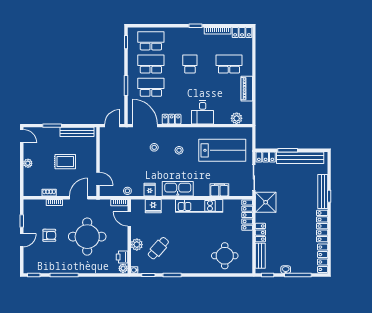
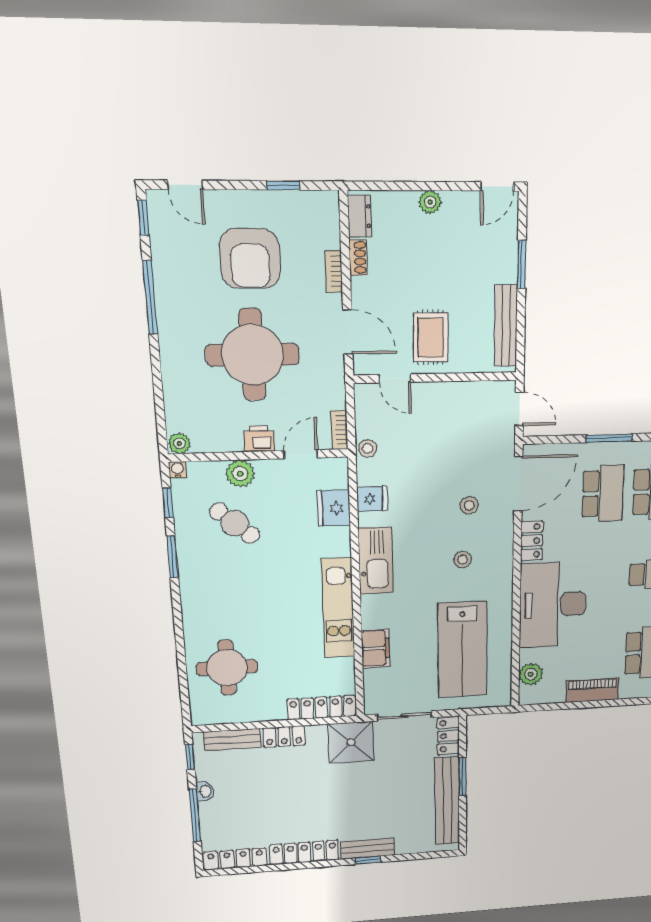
desk: (203, 112) -> (553, 605), width x1.87, depth x1.30
rug: (65, 162) -> (431, 337), moved
door: (98, 179) -> (395, 378), hinge flipped
dresser: (33, 191) -> (360, 216), added
bench: (323, 192) -> (368, 849), width x0.73
armchair: (49, 235) -> (250, 259), width x1.88, depth x1.88
door: (22, 240) -> (185, 185), moved
printer: (122, 257) -> (259, 439), moved

